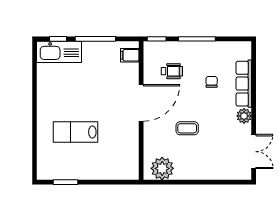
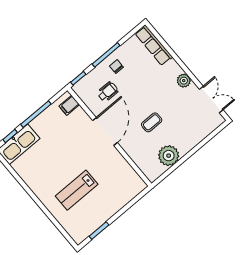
chair: (212, 82) -> (116, 67), moved
row of seats: (244, 84) -> (154, 45), moved
plant: (162, 168) -> (169, 156), moved

